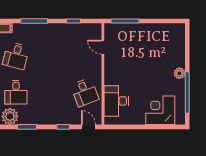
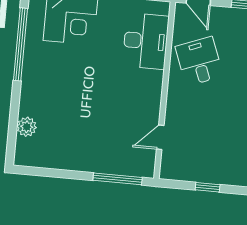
door: (103, 47) -> (160, 137), swing flipped
plant: (179, 73) -> (27, 127), moved

